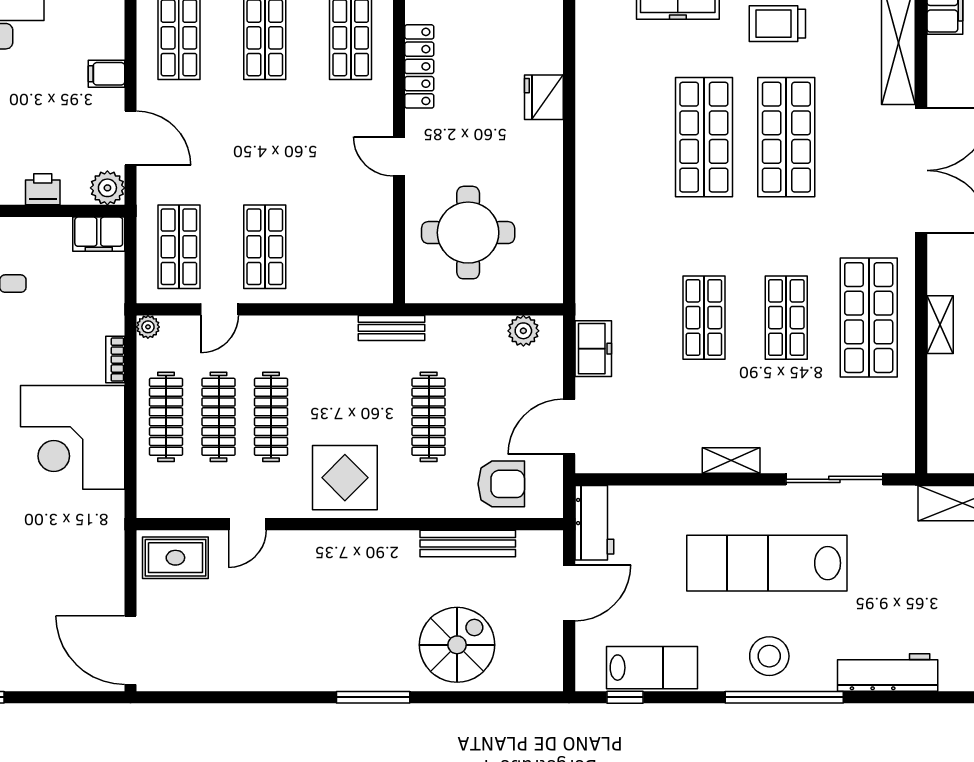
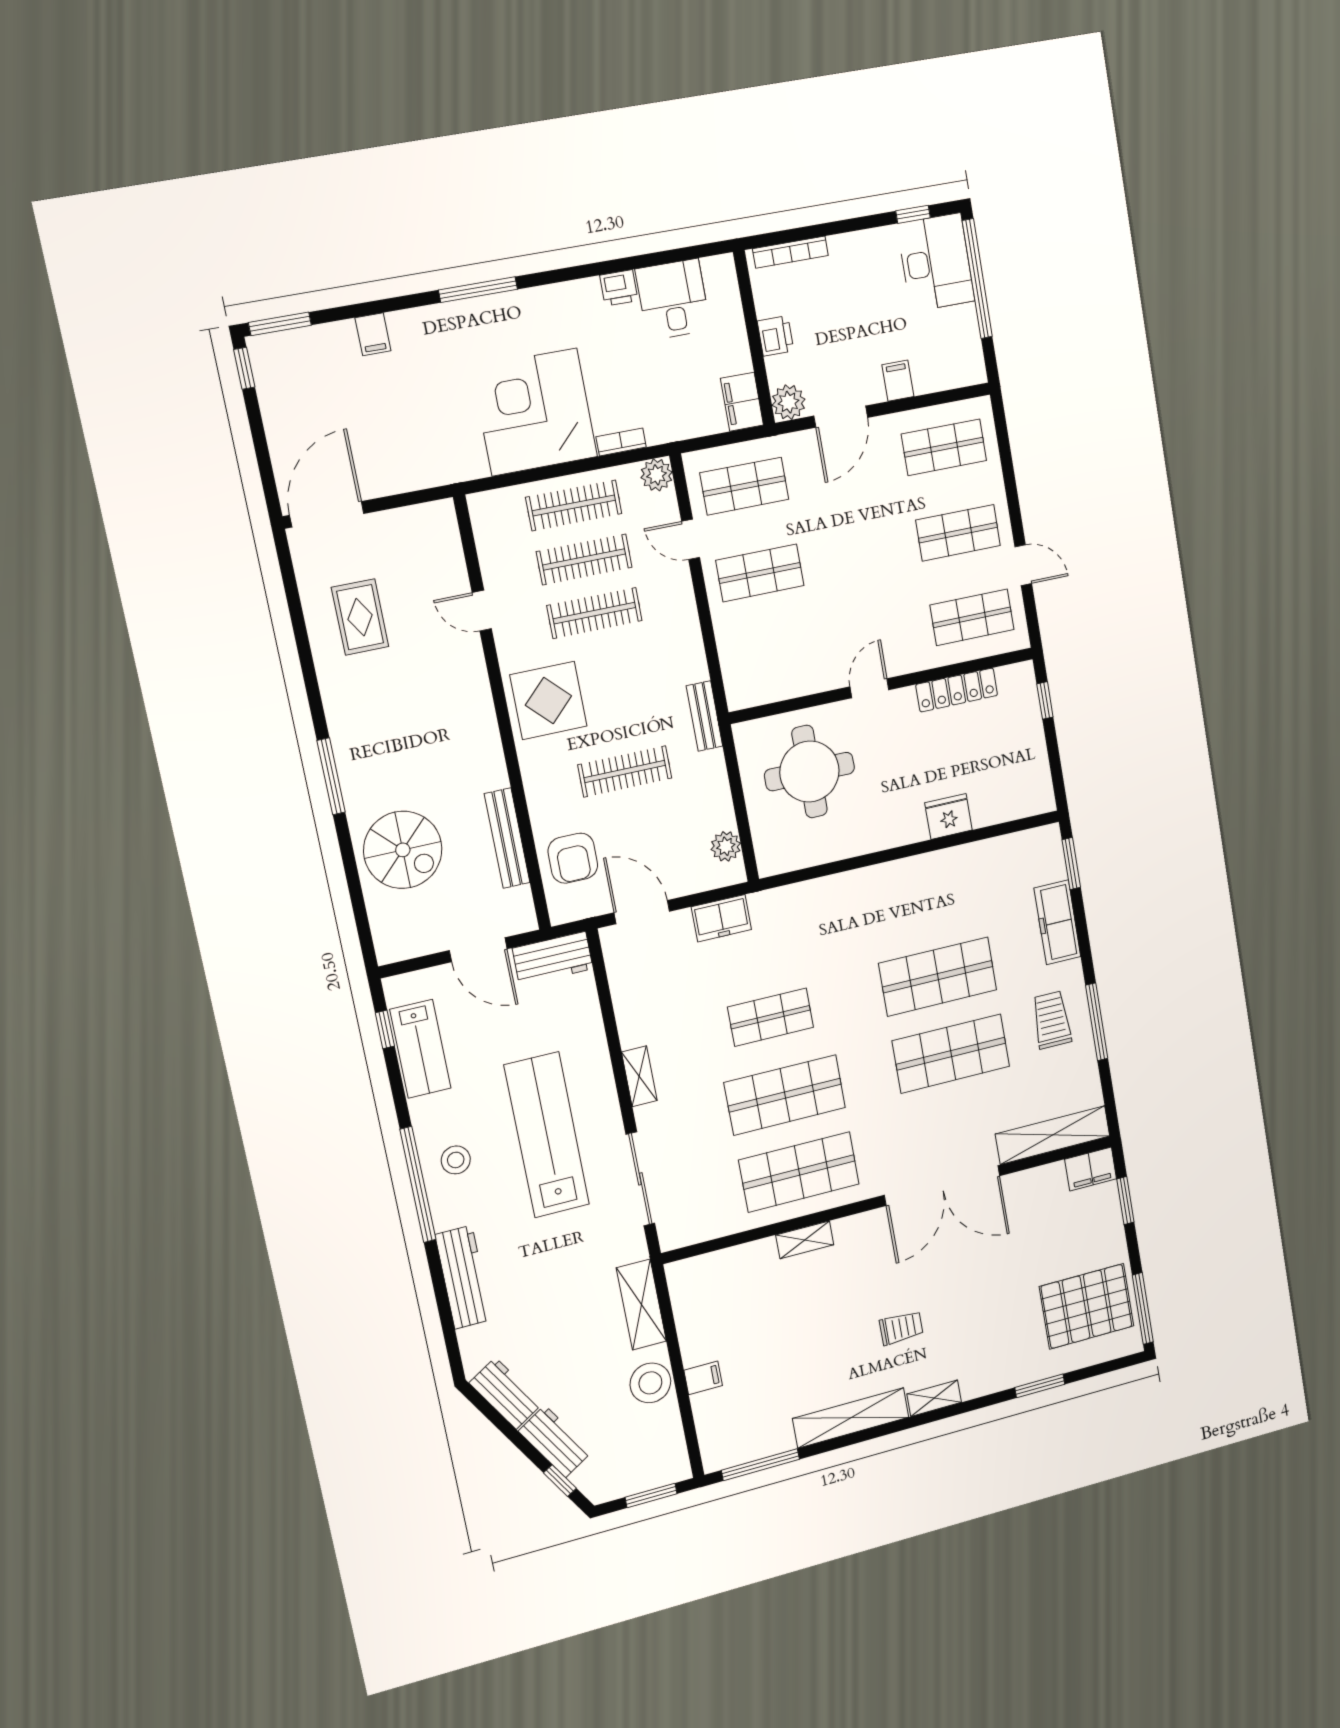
shop shelf: (786, 318) -> (785, 1095), width x1.43, depth x1.36
plant: (148, 327) -> (657, 475), width x1.38, depth x1.38
rug: (175, 558) -> (360, 617), moved
stool: (769, 656) -> (456, 1160), width x0.73, depth x0.73

